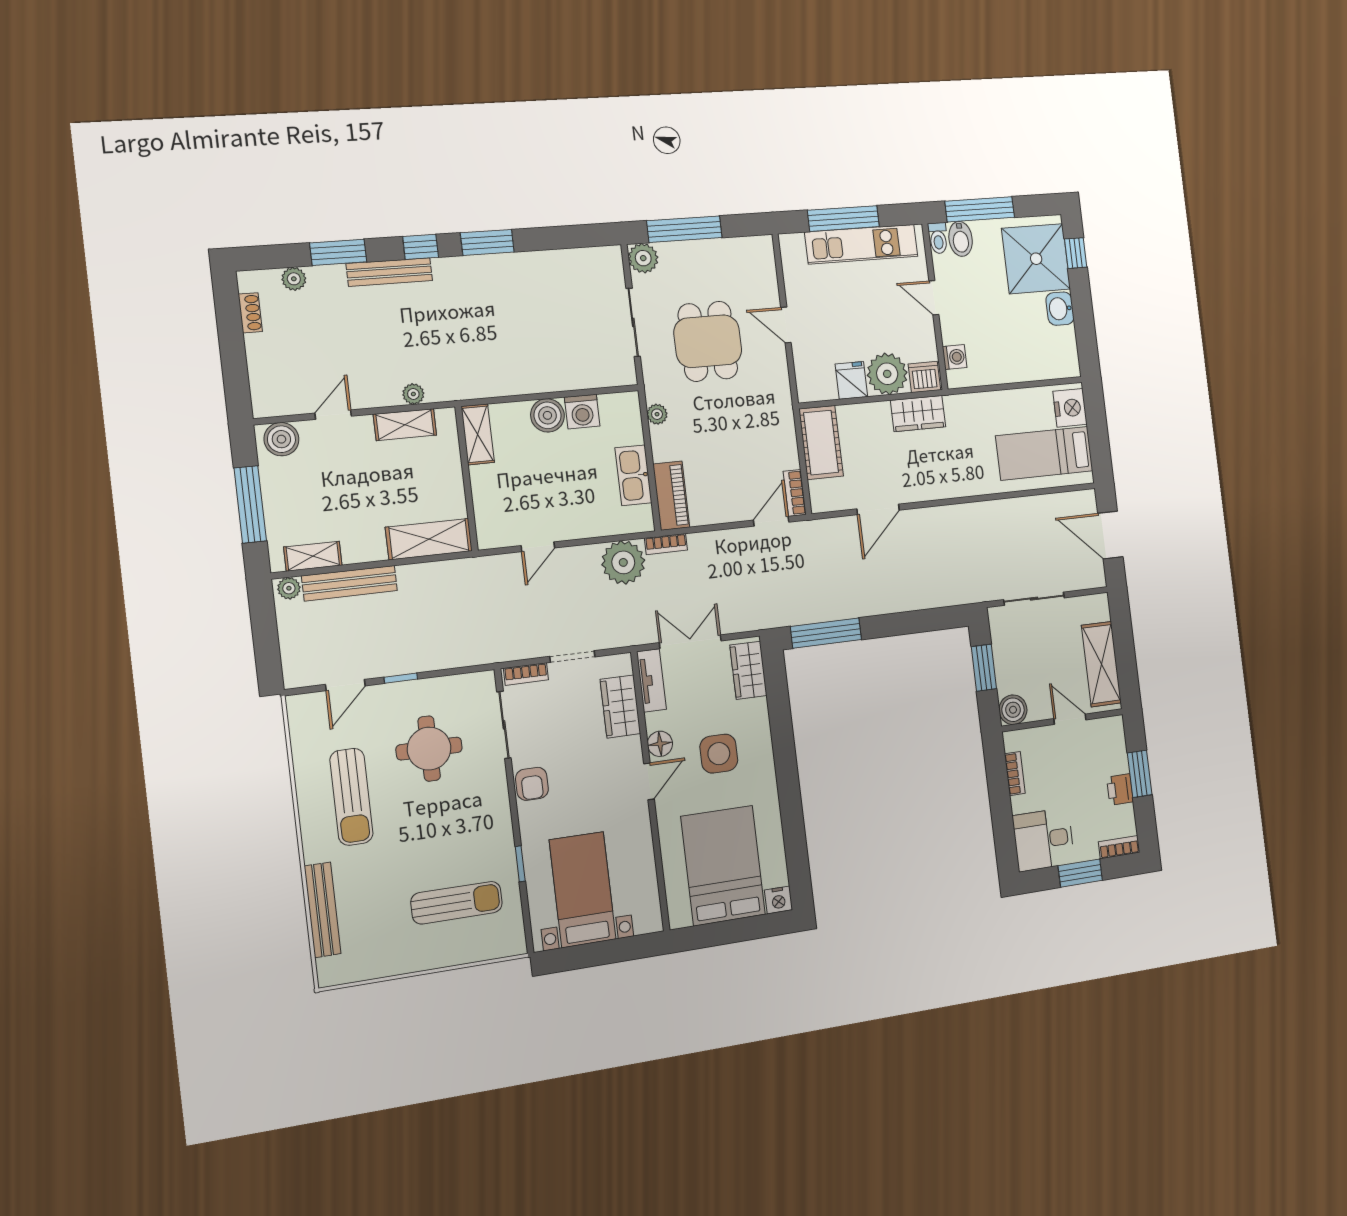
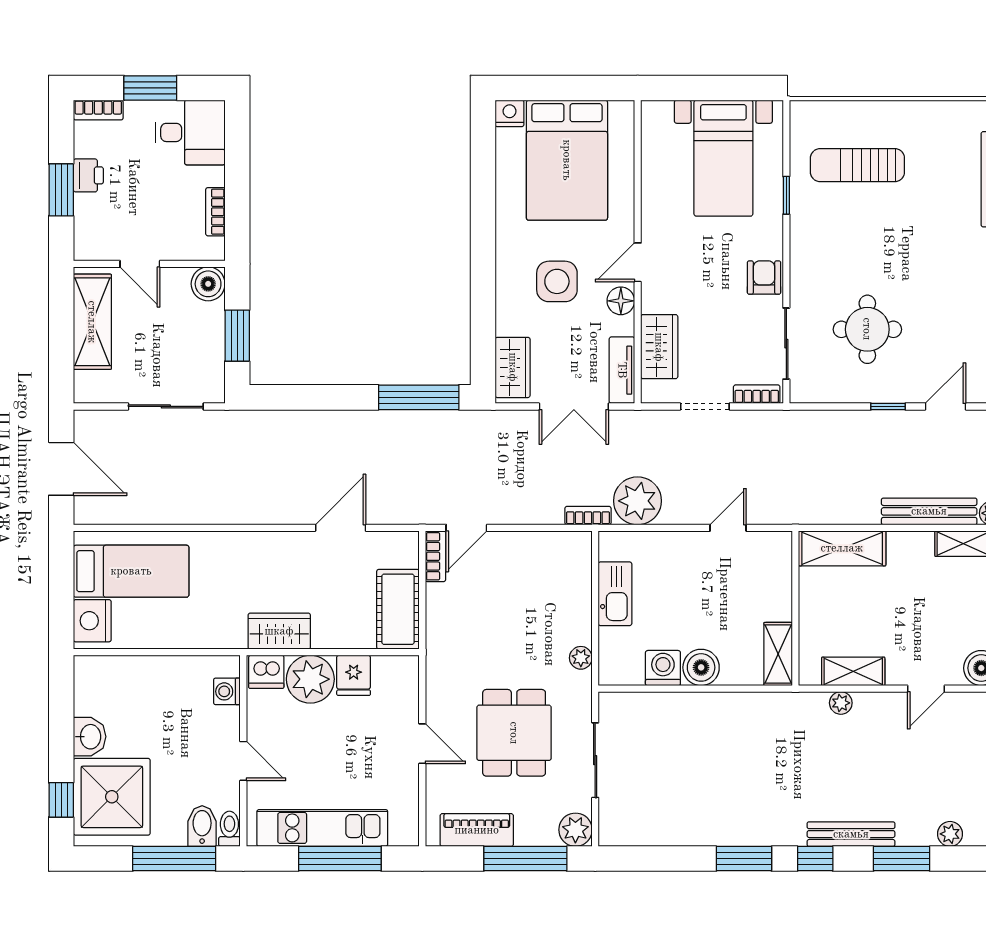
piano: (671, 496) -> (477, 830), moved, turned 90
sun lounger: (351, 797) -> (952, 291), removed

